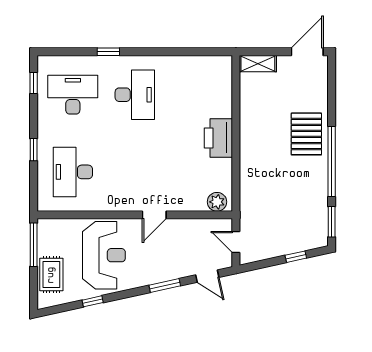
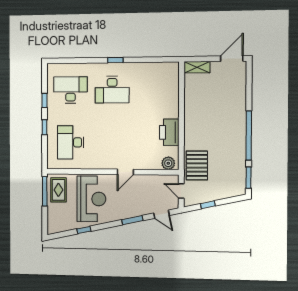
window: (108, 52) -> (115, 60), moved
window: (34, 83) -> (44, 101), moved
desk: (135, 95) -> (112, 90), turned 90
pallet: (306, 134) -> (197, 165), moved
printer: (218, 138) -> (169, 132), moved
window: (296, 257) -> (208, 205), moved
rug: (51, 275) -> (58, 190), moved

